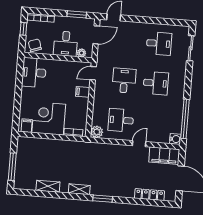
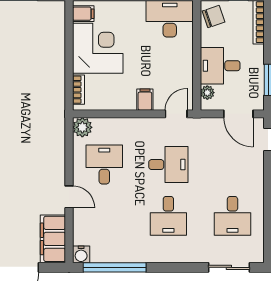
door: (93, 73) -> (176, 114), hinge flipped

